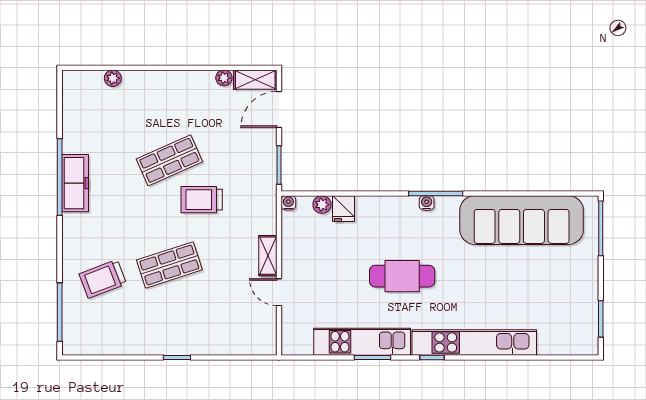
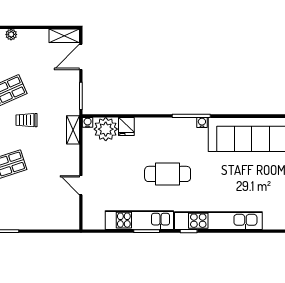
plant: (224, 78) -> (11, 34), moved
trolley: (202, 200) -> (27, 120), width x0.73, depth x0.72
water cooler: (427, 203) -> (202, 122), moved
plant: (322, 205) -> (106, 129), width x1.87, depth x1.87
shelving: (268, 256) -> (73, 130), moved

